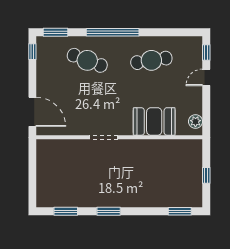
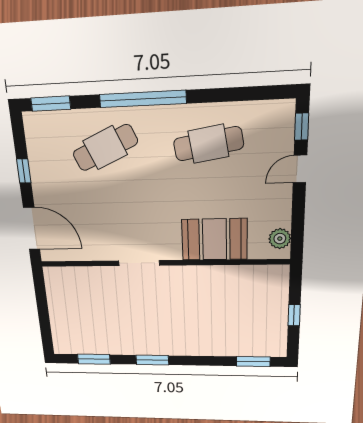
window: (32, 52) -> (24, 171), moved
cafe table: (87, 60) -> (105, 148), turned -45

